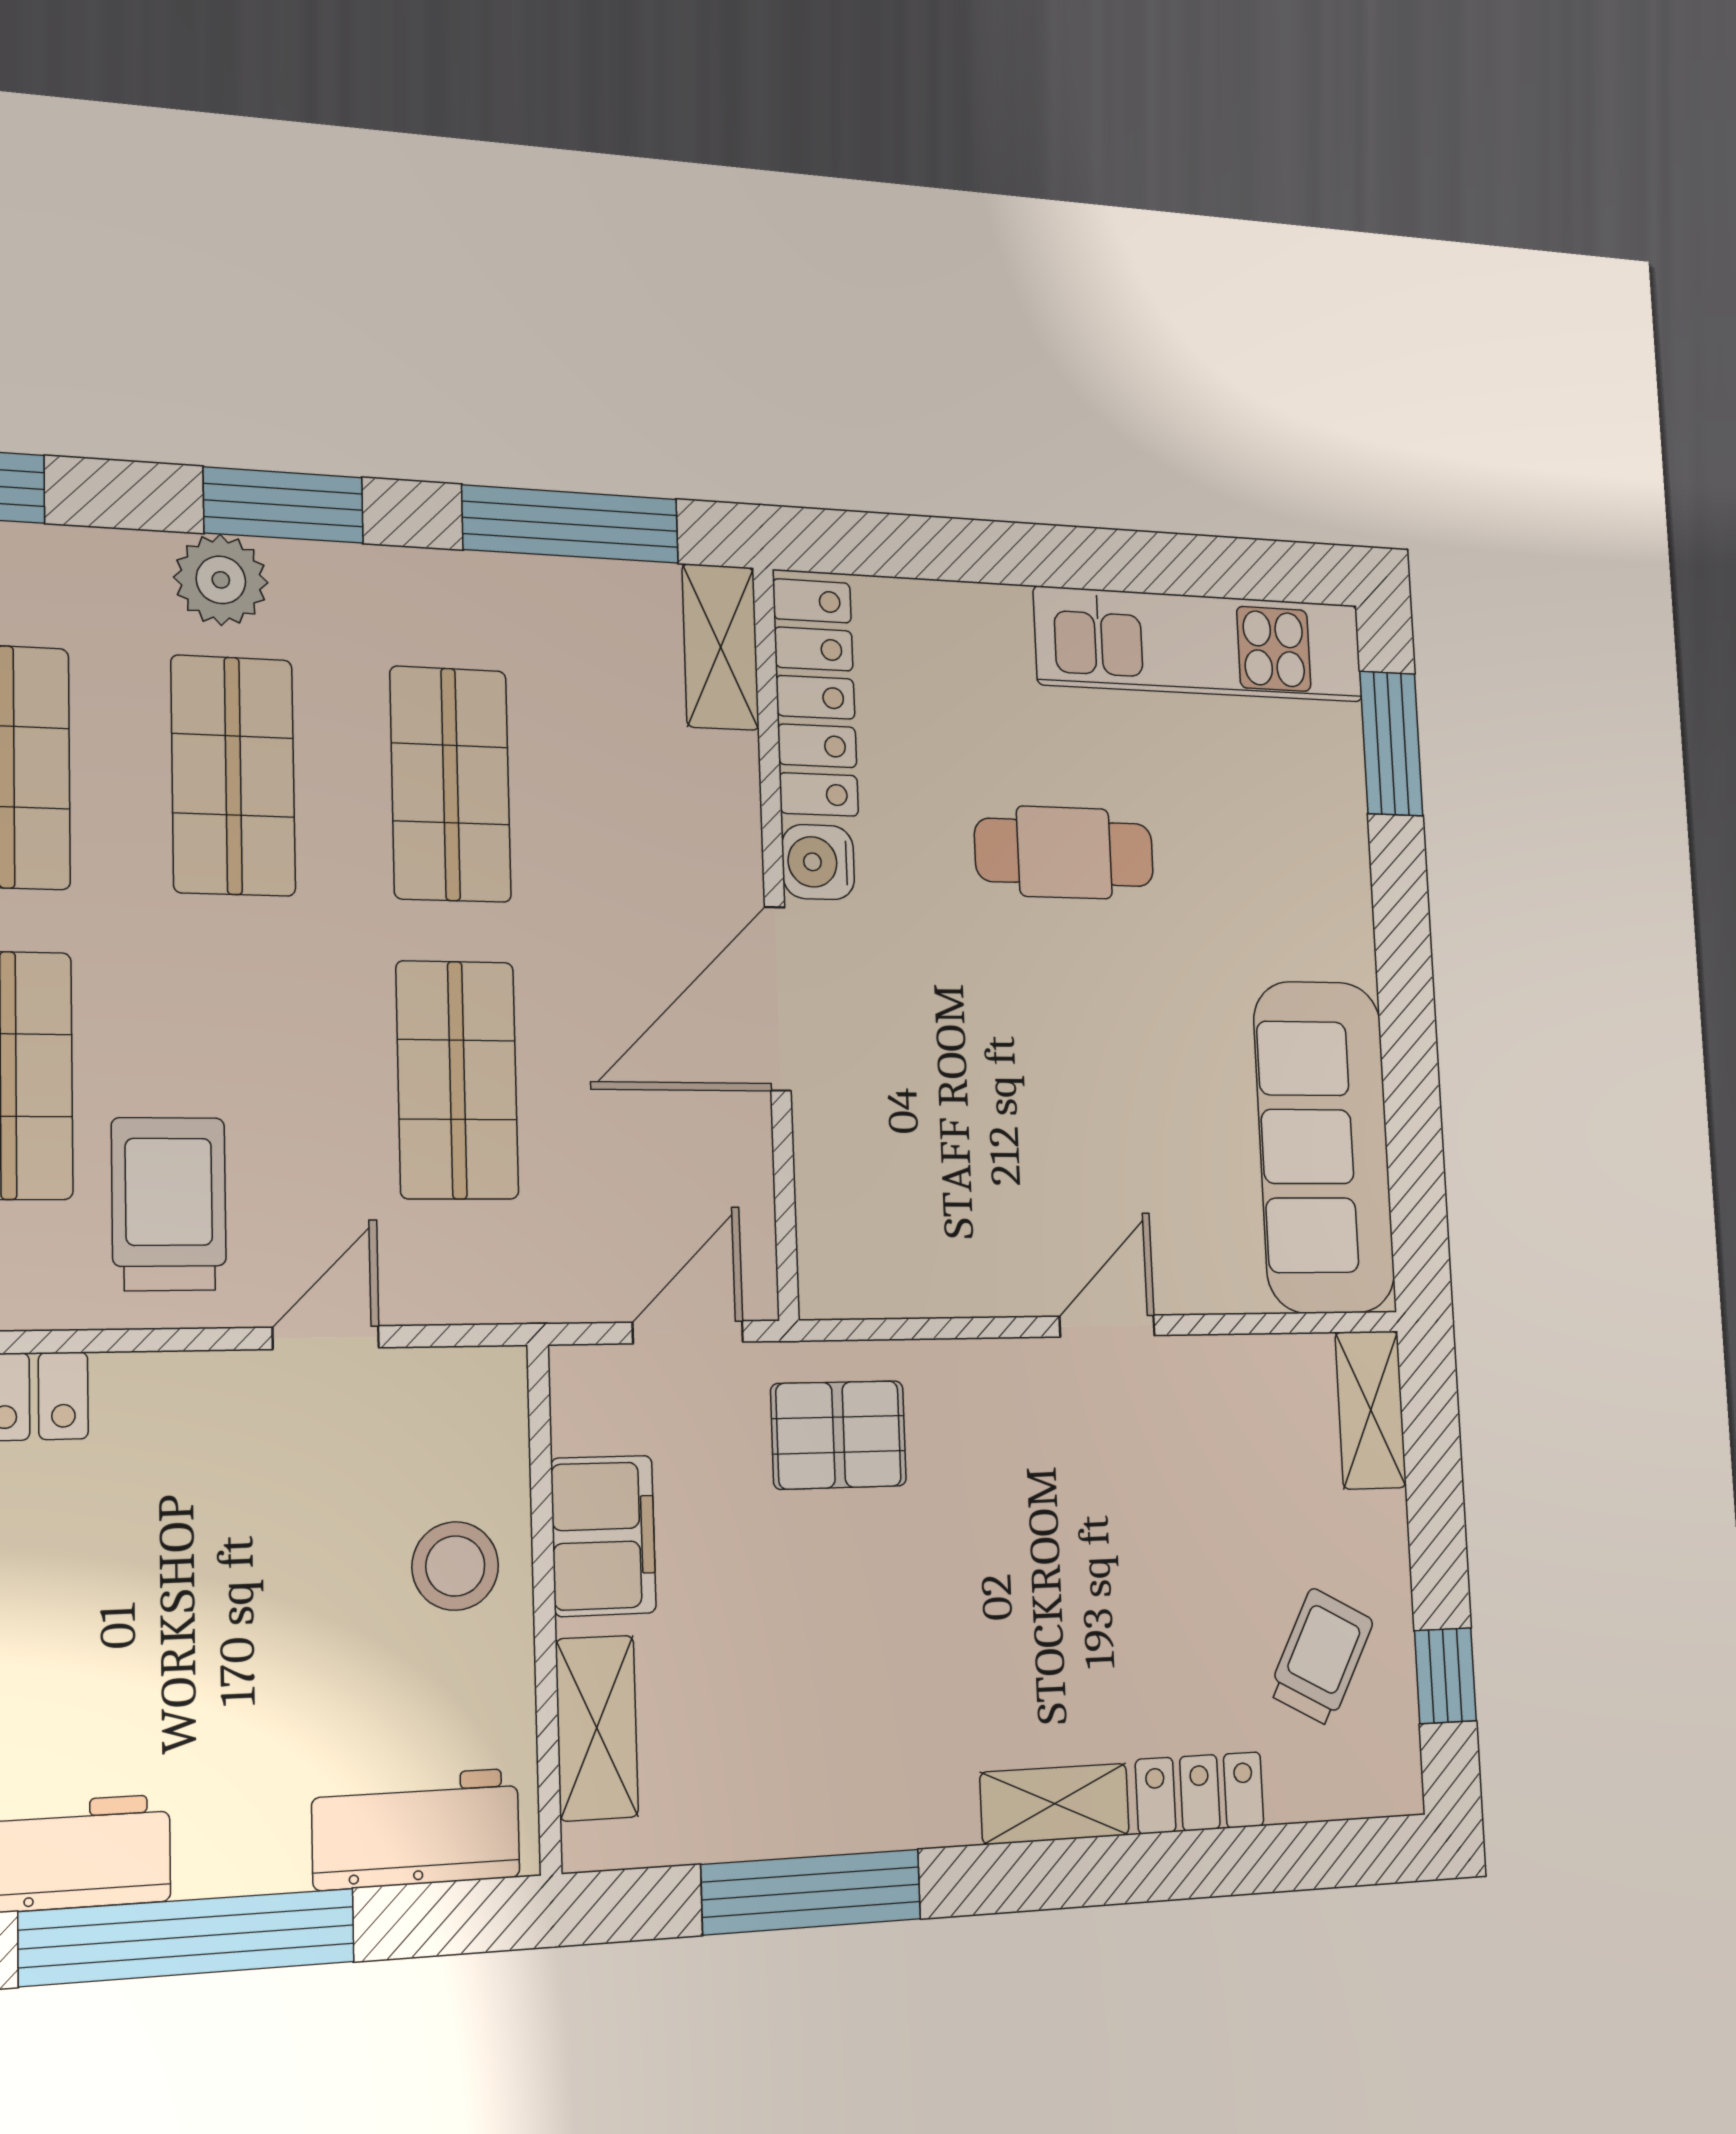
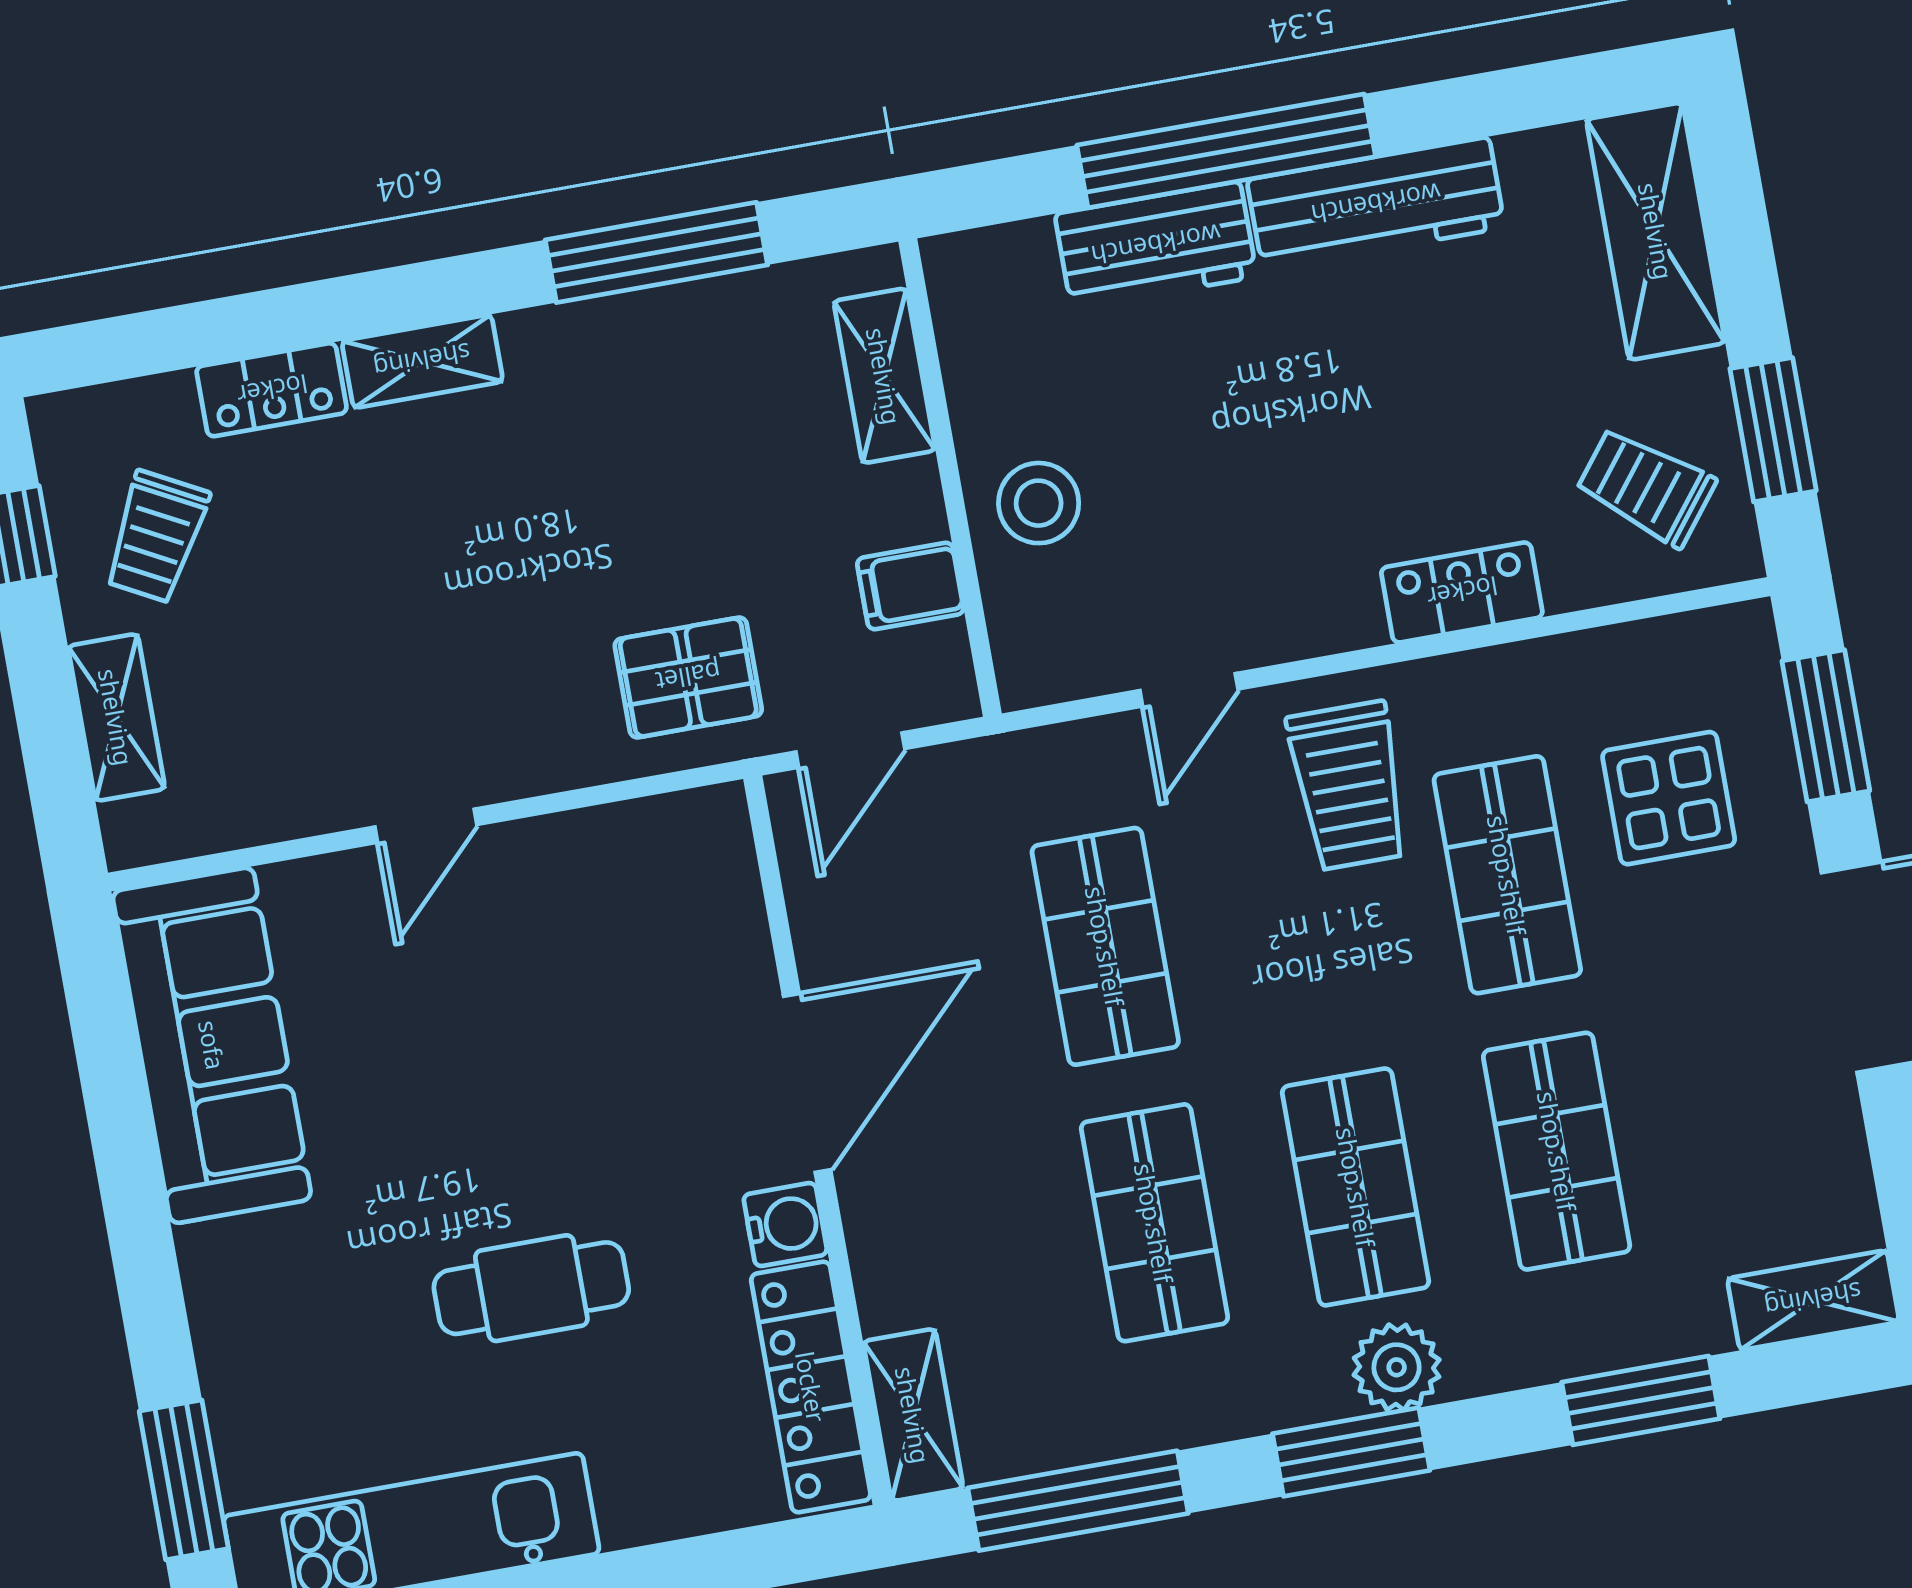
shelving: (1371, 1410) -> (116, 717), moved
filing cabinet: (603, 1536) -> (910, 586), width x0.50
workbench: (416, 1829) -> (1156, 245), moved

